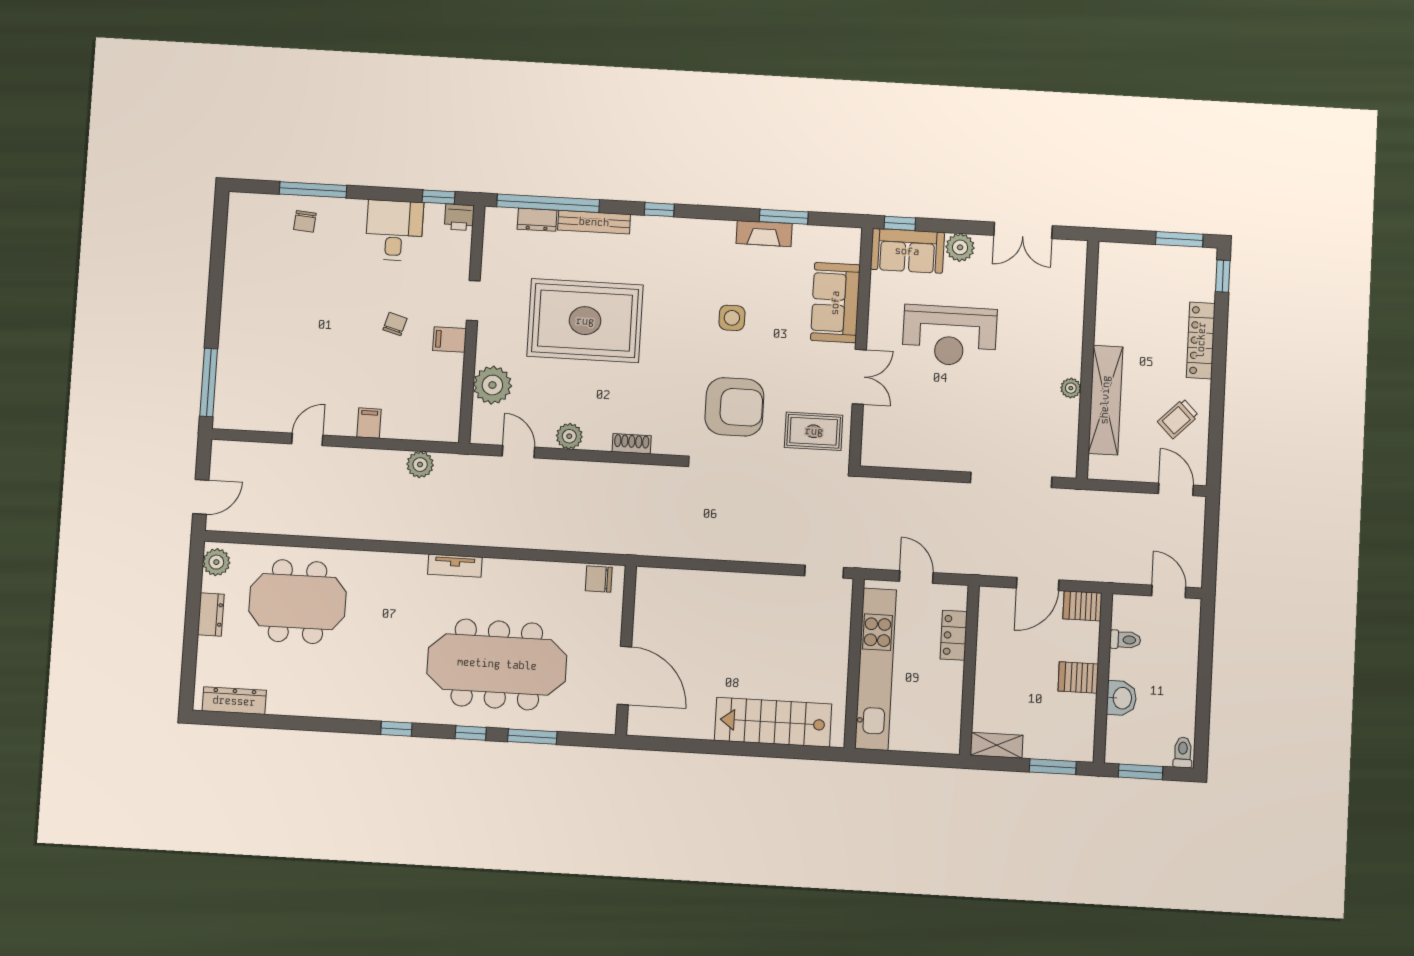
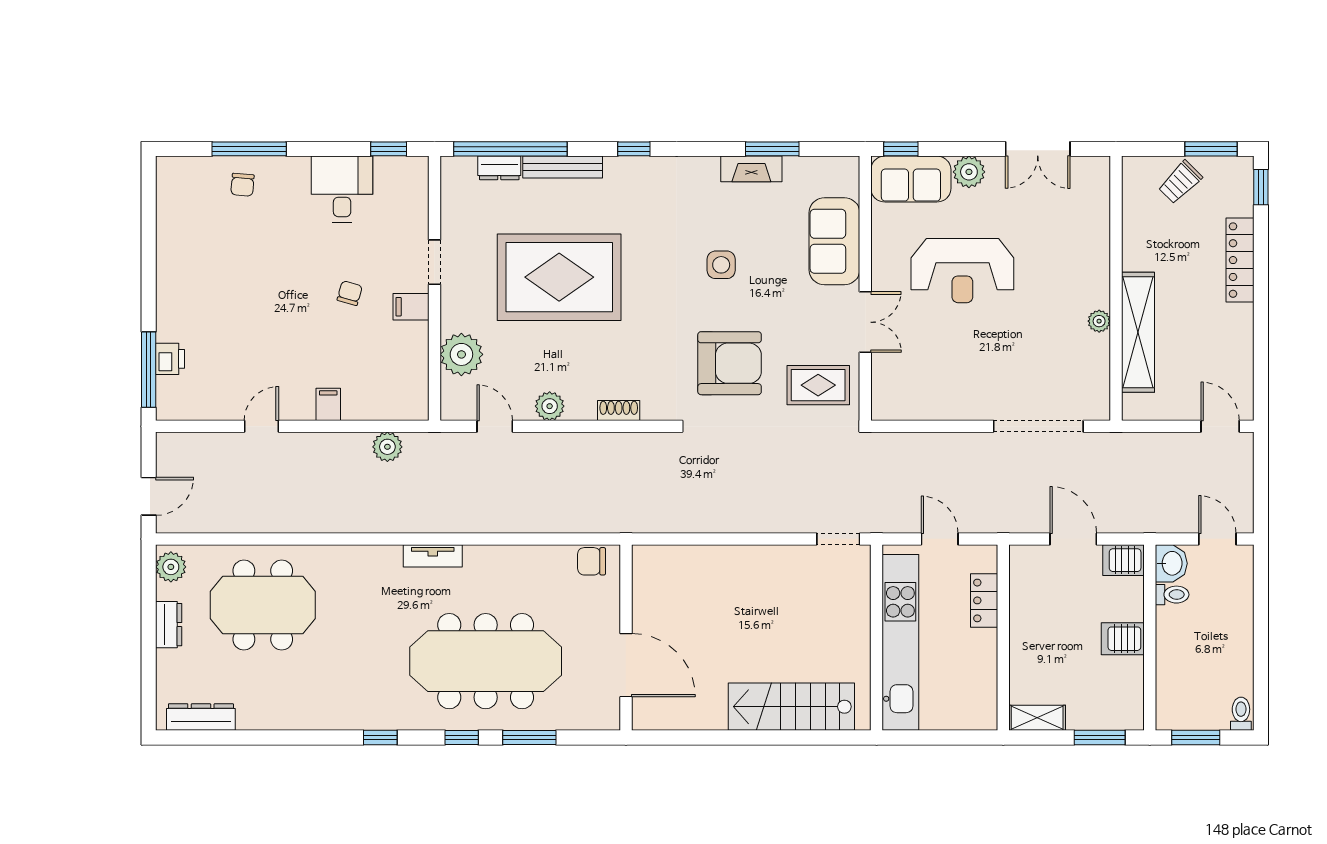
printer: (459, 217) -> (170, 359), moved, turned -90
trolley: (1178, 419) -> (1180, 182), moved
door: (1038, 584) -> (1073, 539), swing flipped
washbasin: (1121, 698) -> (1171, 563), moved

